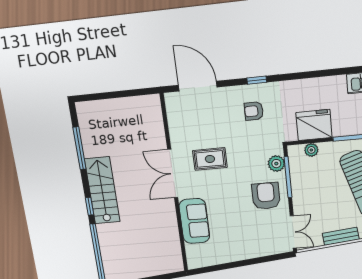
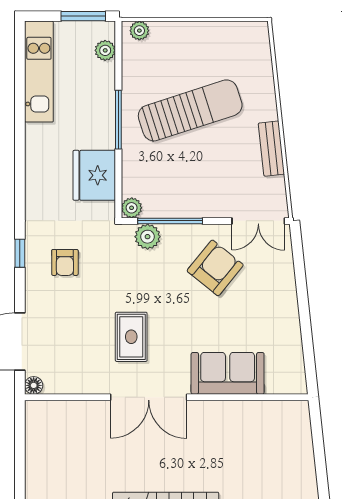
floor lamp: (170, 98) -> (34, 385), added
plant: (311, 150) -> (132, 208), moved
armchair: (266, 196) -> (215, 268), moved, turned 129
double door: (293, 232) -> (258, 221), swing flipped

